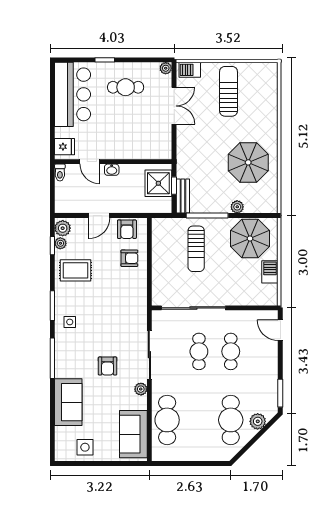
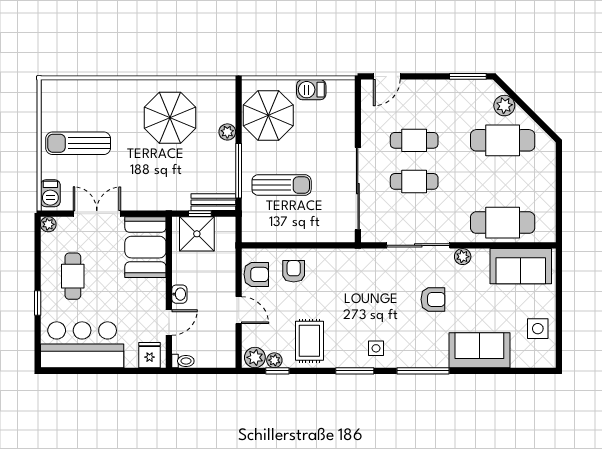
booth: (148, 143) -> (145, 247), added

